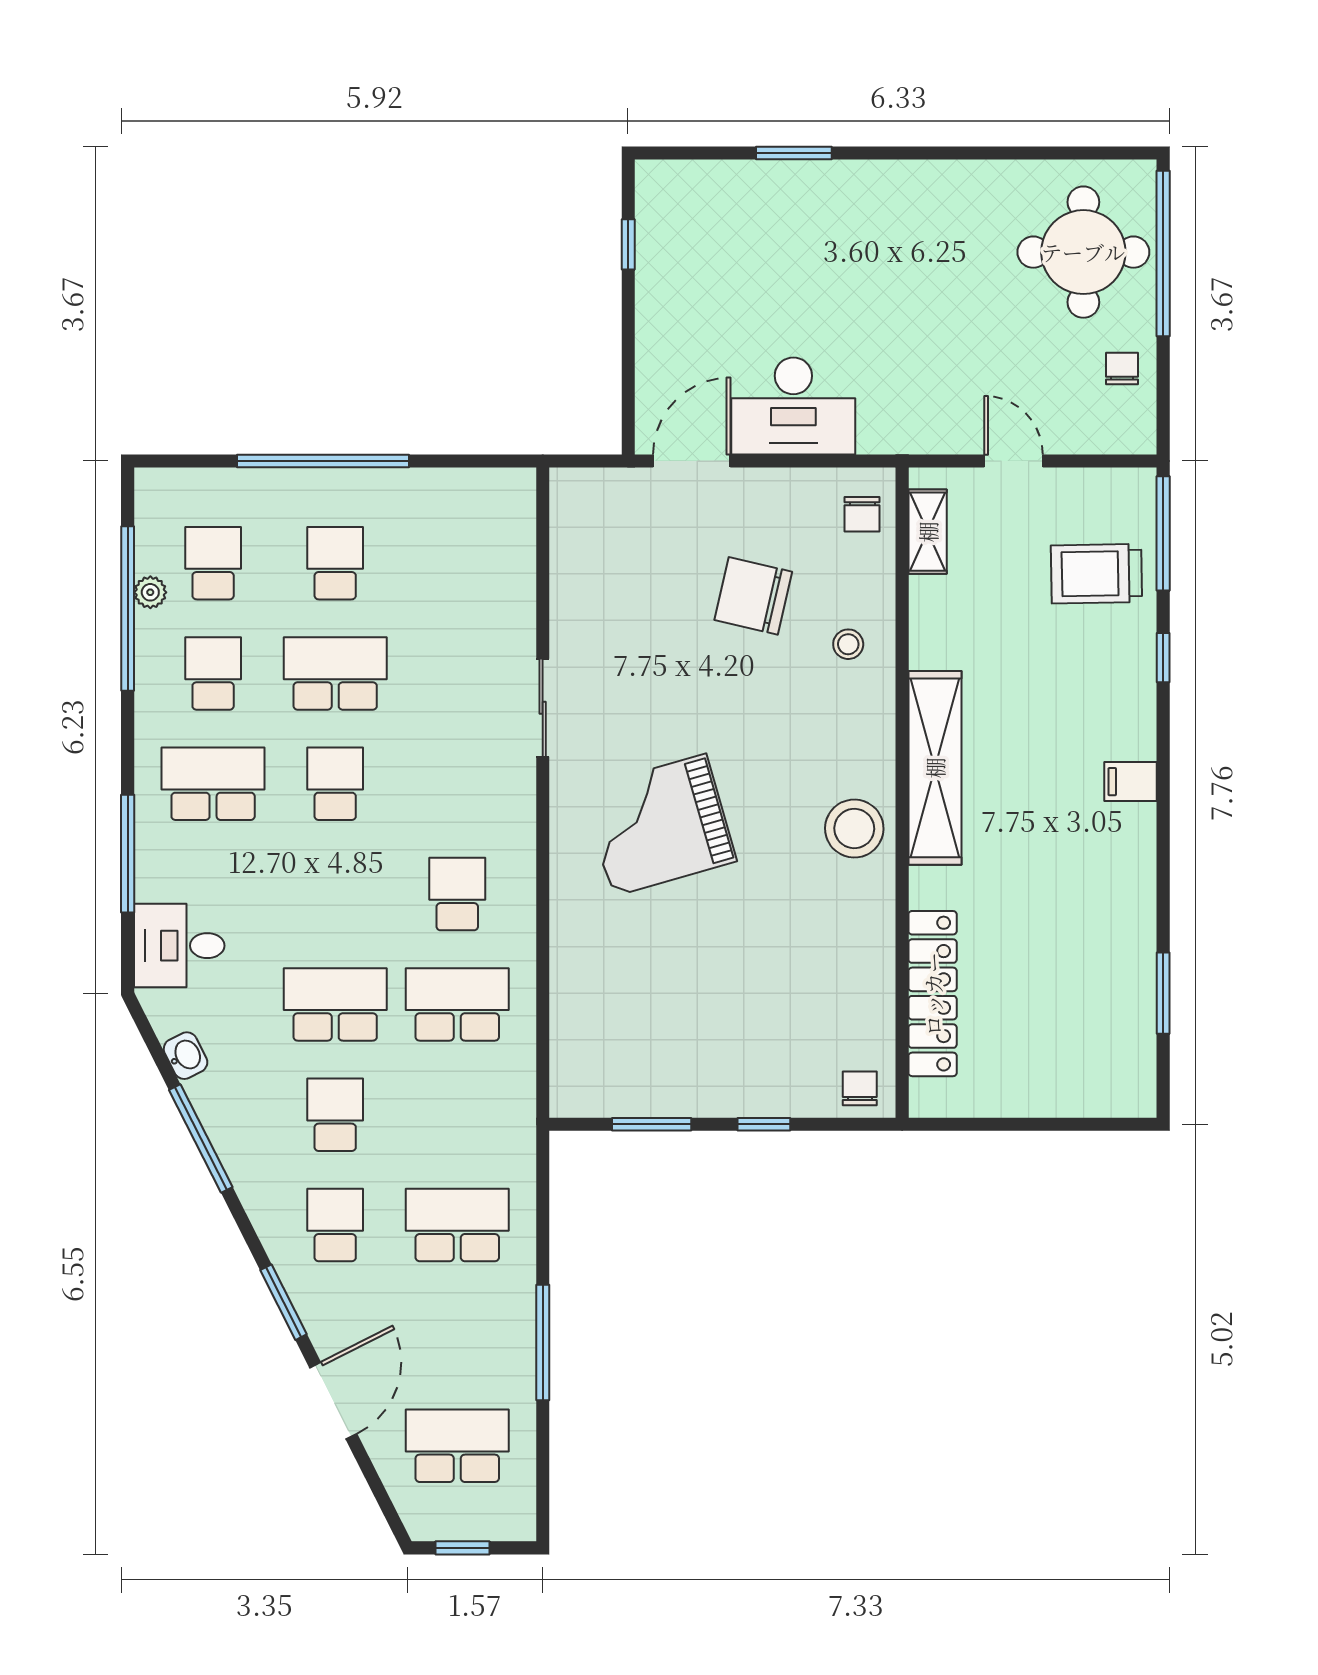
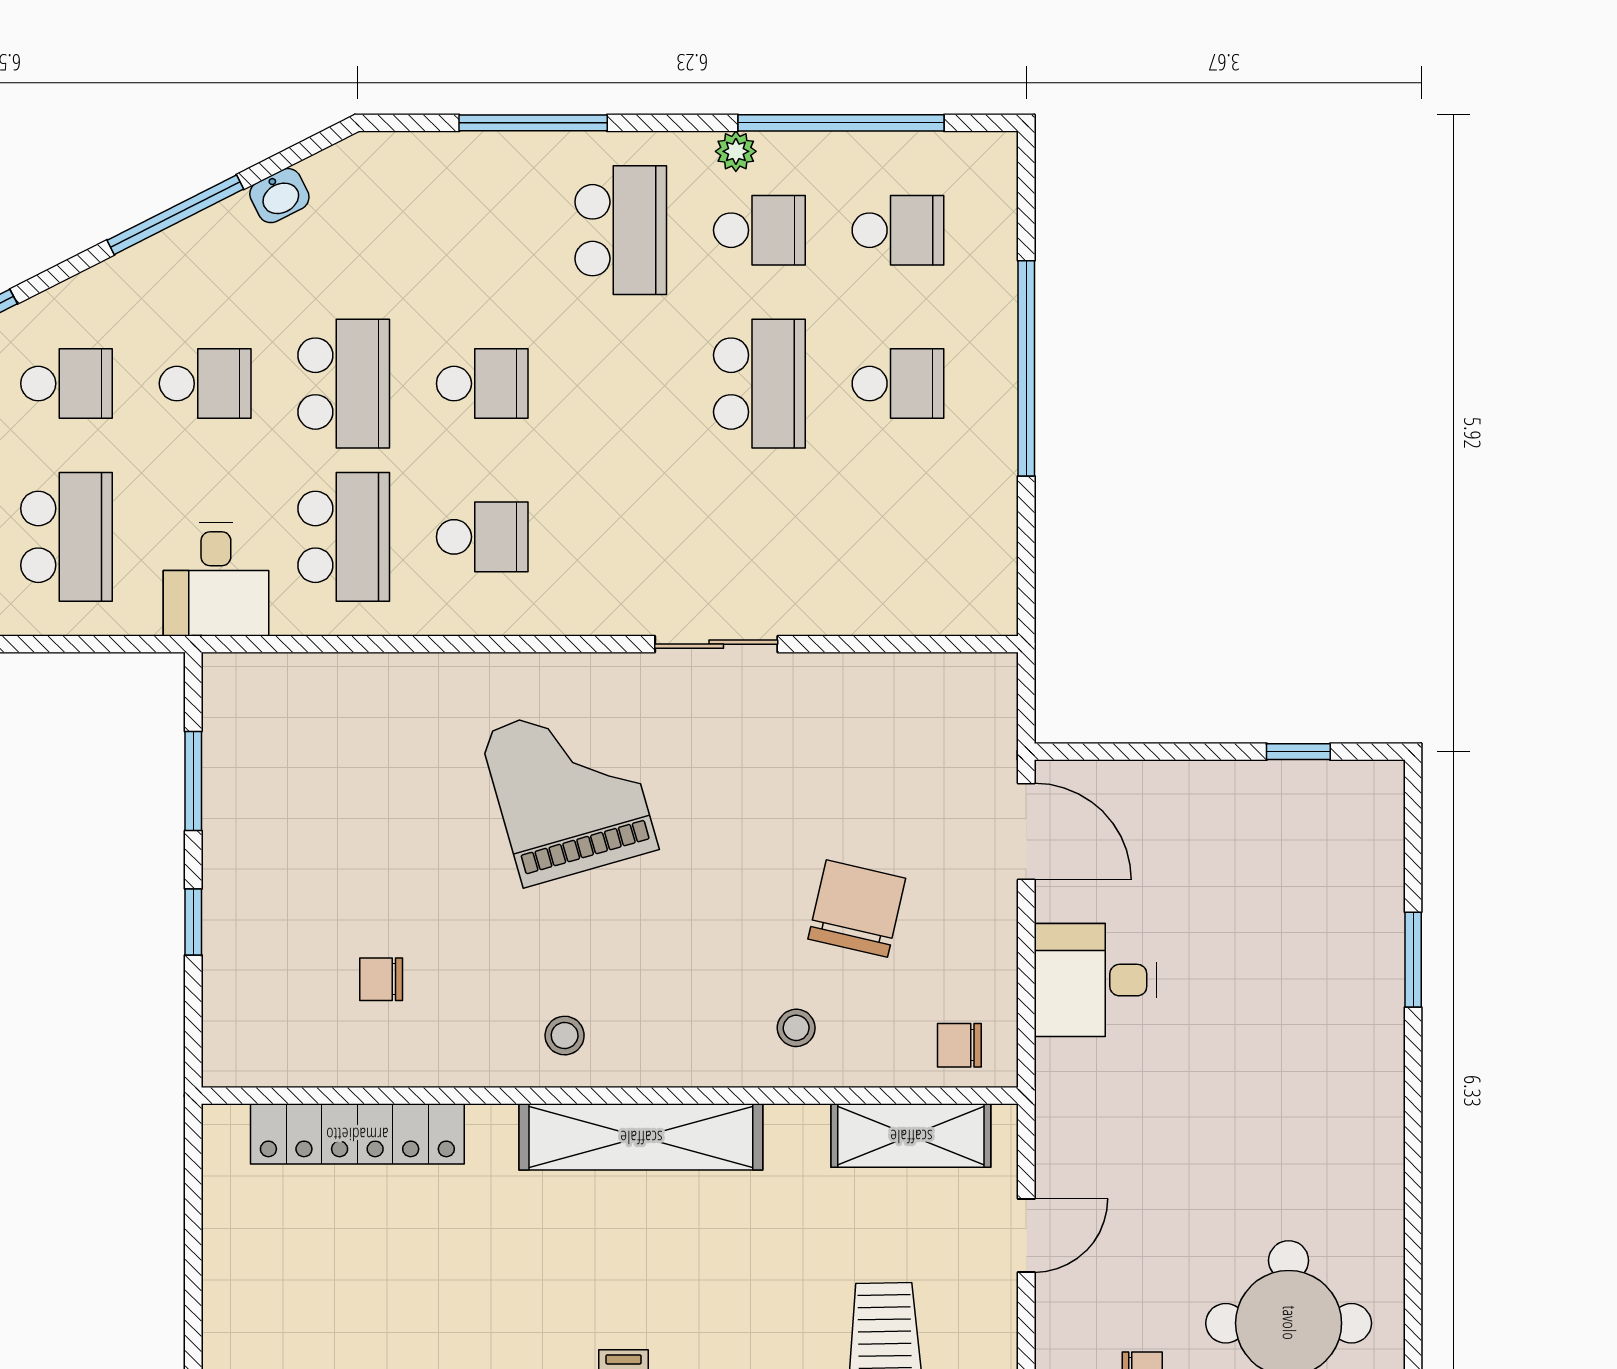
desk: (793, 406) -> (1095, 980), width x0.73
shelving: (928, 532) -> (911, 1136), width x1.50, depth x1.33
plant: (150, 592) -> (736, 151), moved
school desk: (335, 784) -> (482, 384), moved
stool: (854, 829) -> (565, 1036), width x0.53, depth x0.53
desk: (179, 946) -> (216, 579), moved, turned 180
chair: (860, 1088) -> (381, 979), moved, turned 180

